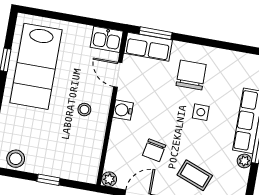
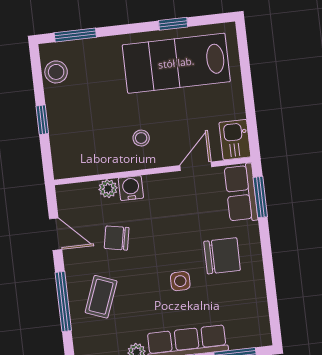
water cooler: (123, 110) -> (131, 188), moved
plant: (109, 179) -> (108, 189), moved

